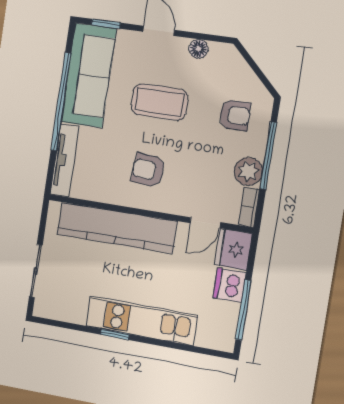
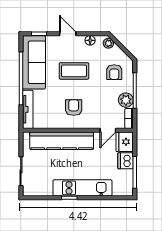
plant: (232, 59) -> (108, 43), added
armchair: (235, 115) -> (114, 72), turned 90
armchair: (148, 170) -> (74, 108), turned 85

